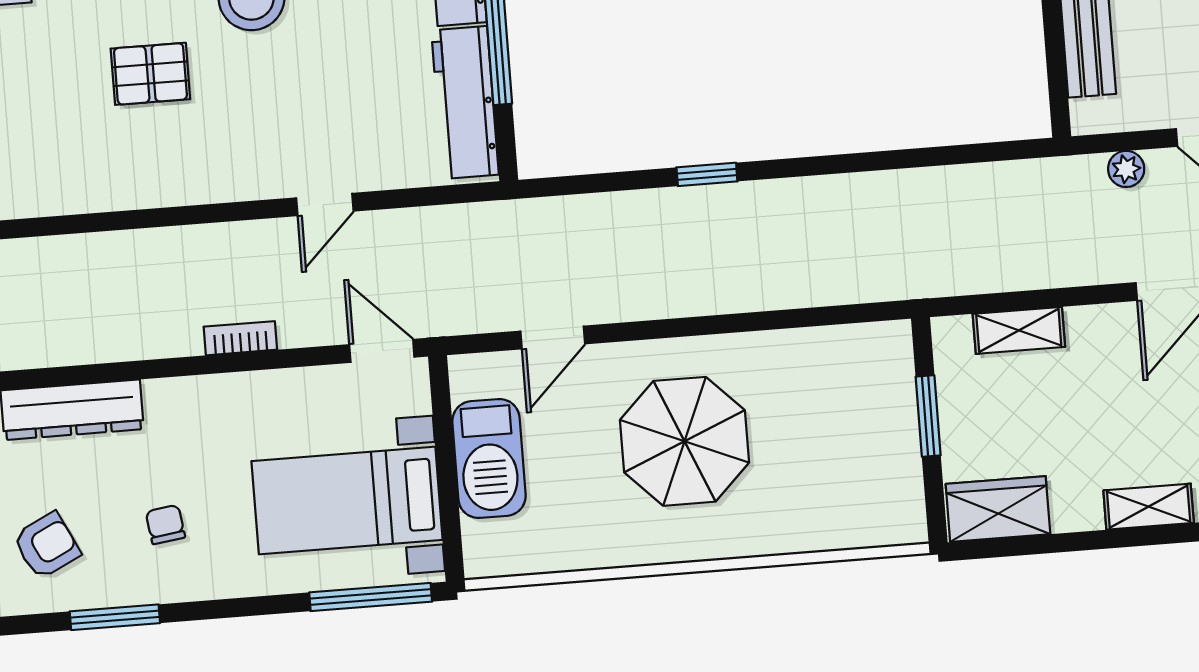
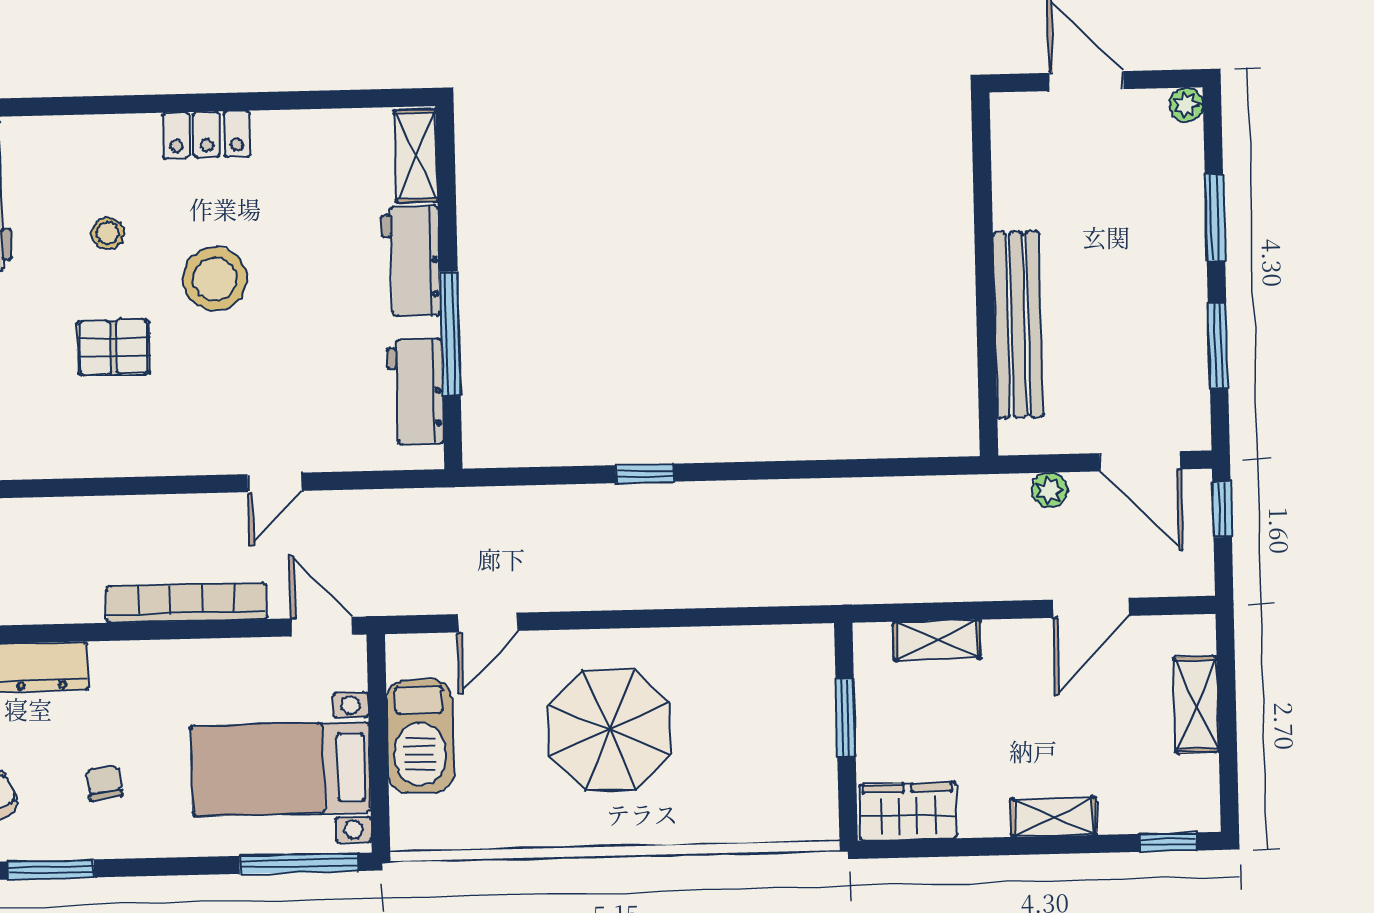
workbench: (465, 103) -> (415, 391), width x0.73
bookcase: (240, 338) -> (186, 603), width x2.31, depth x1.31

